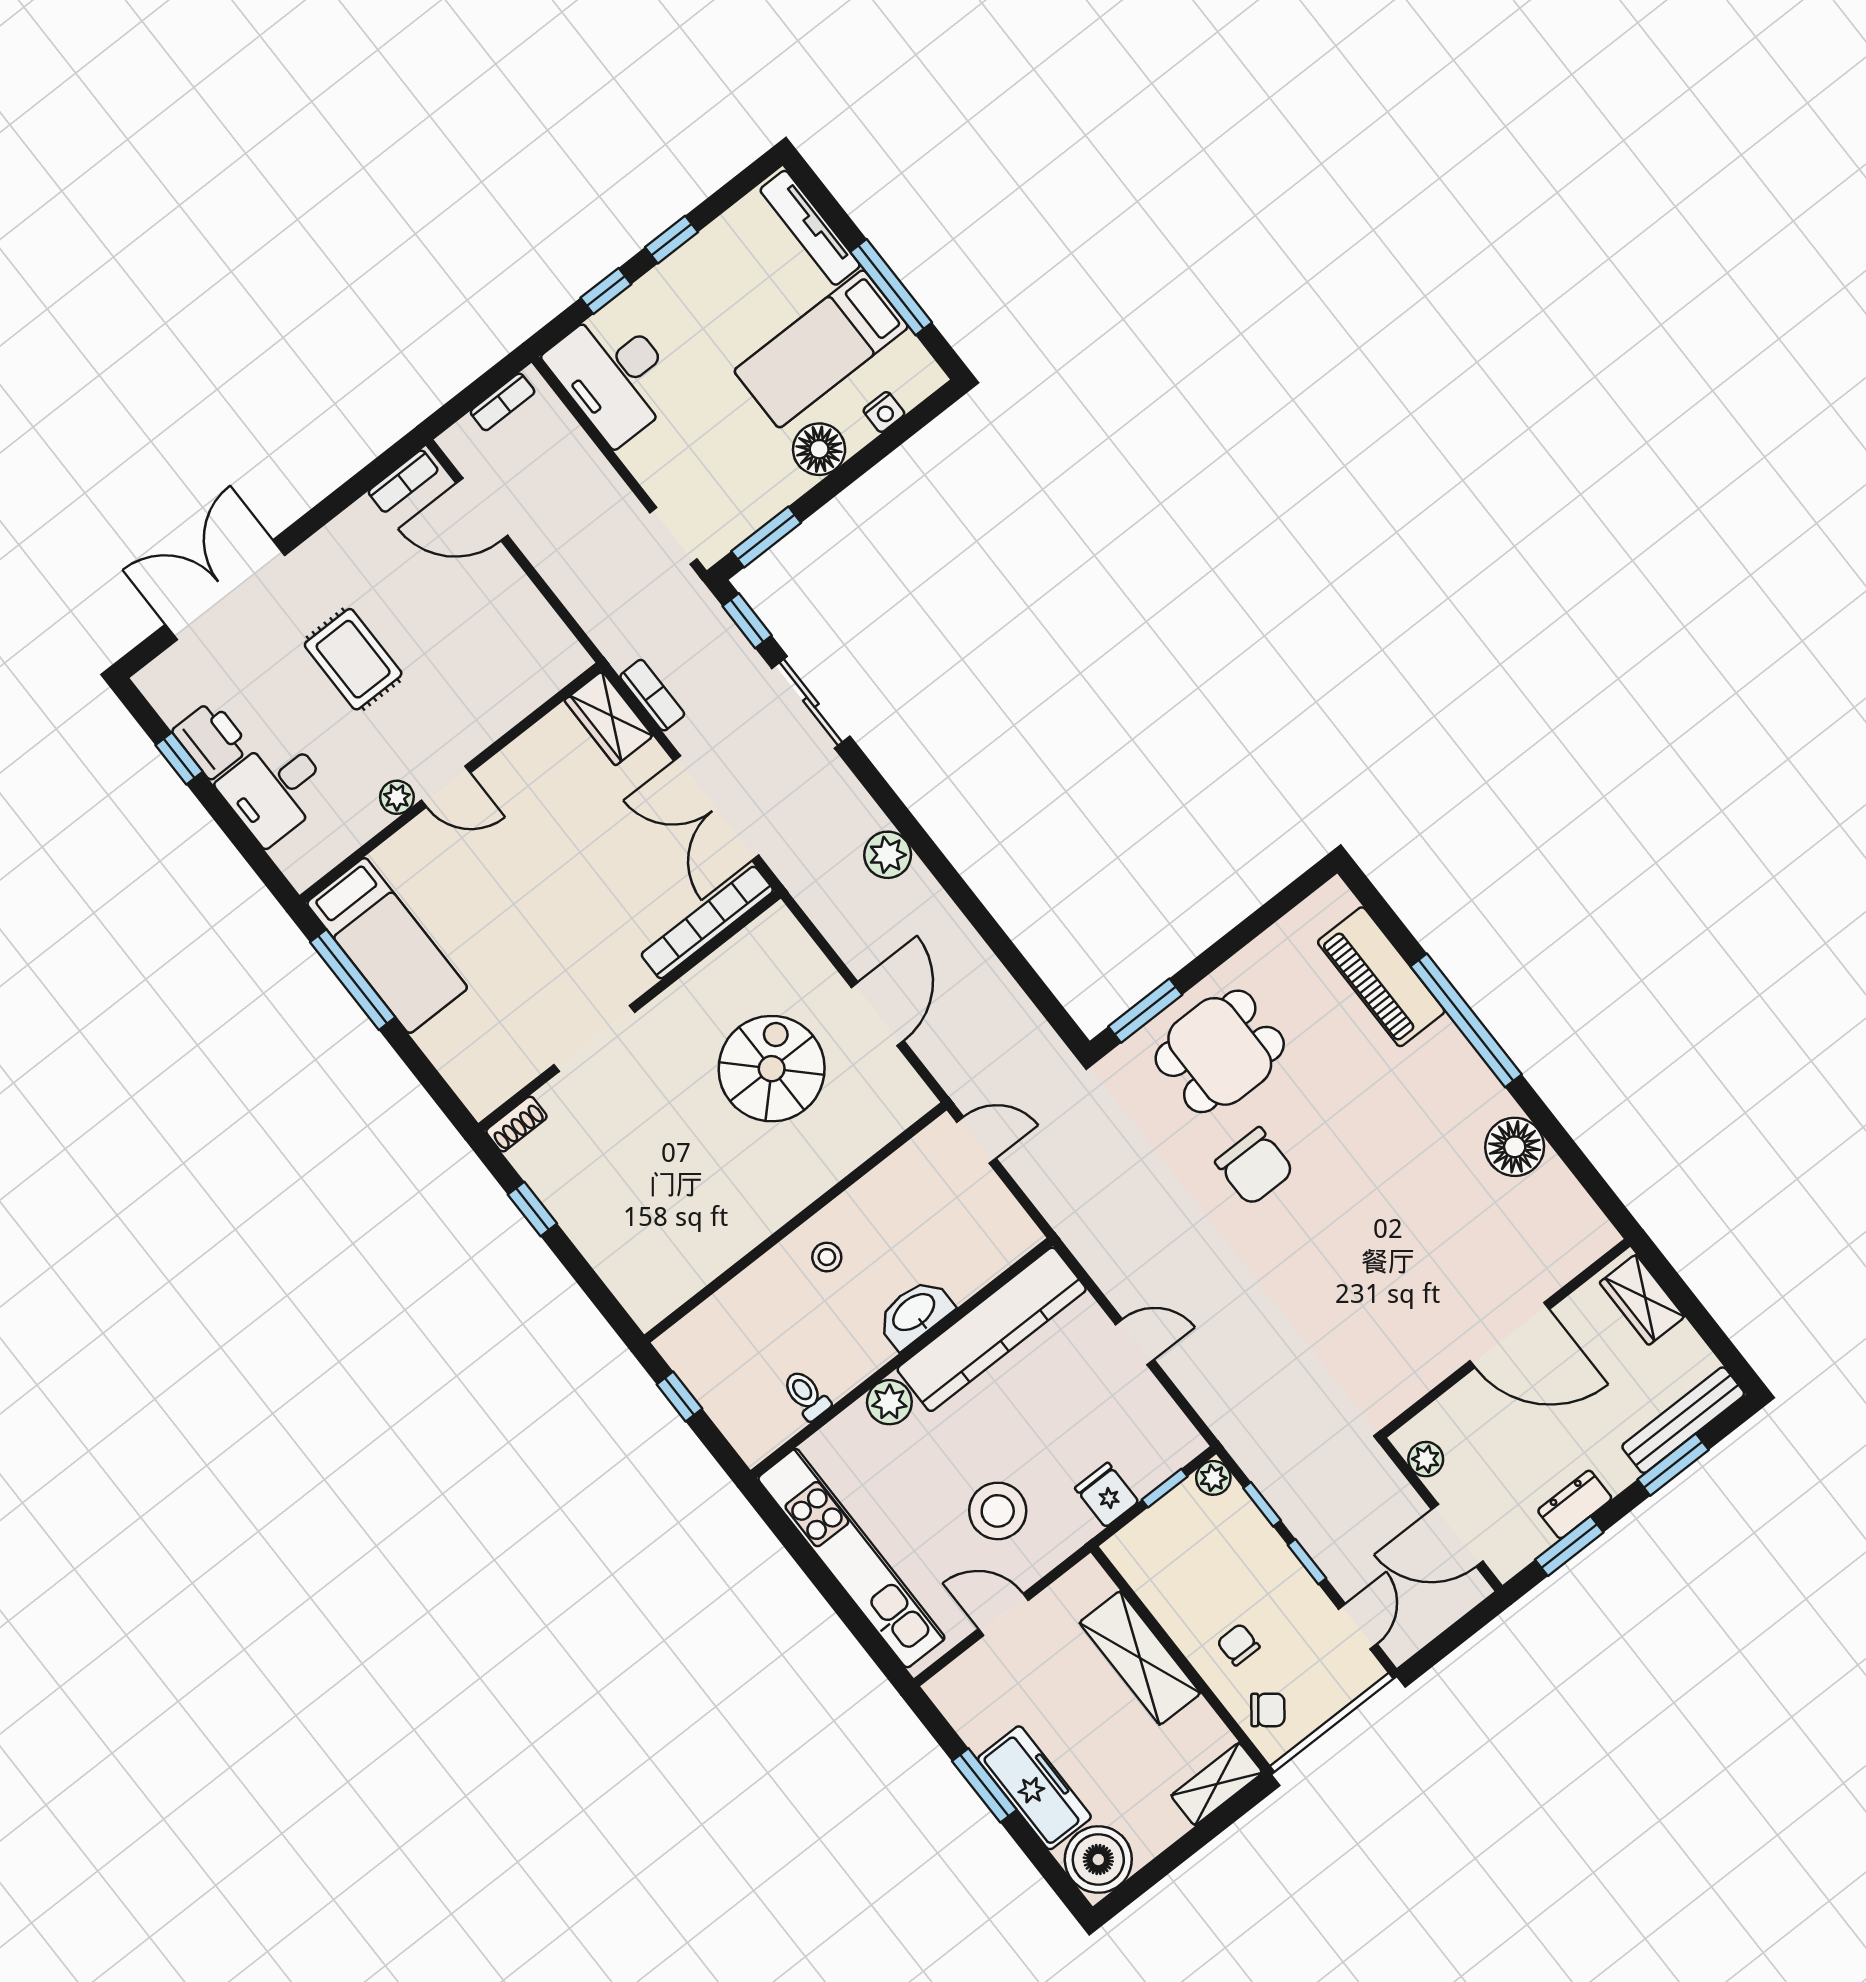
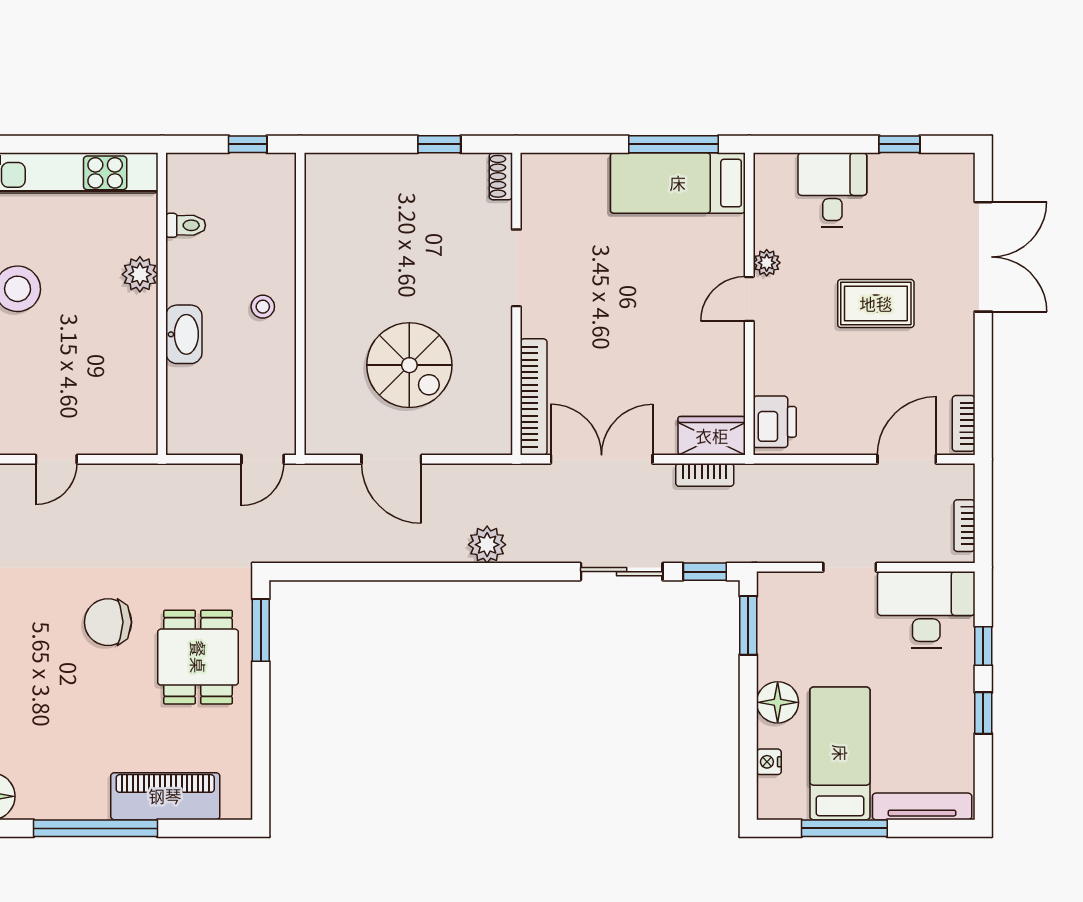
doorway: (673, 536) -> (850, 567), moved
printer: (212, 740) -> (775, 422), moved, turned -90
kitchen counter: (992, 1329) -> (135, 375), removed

